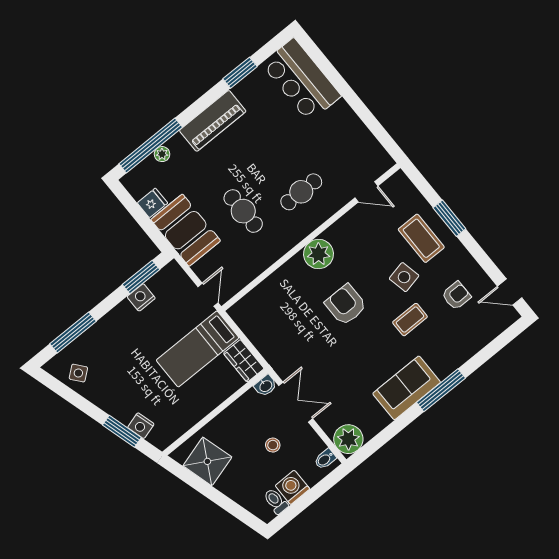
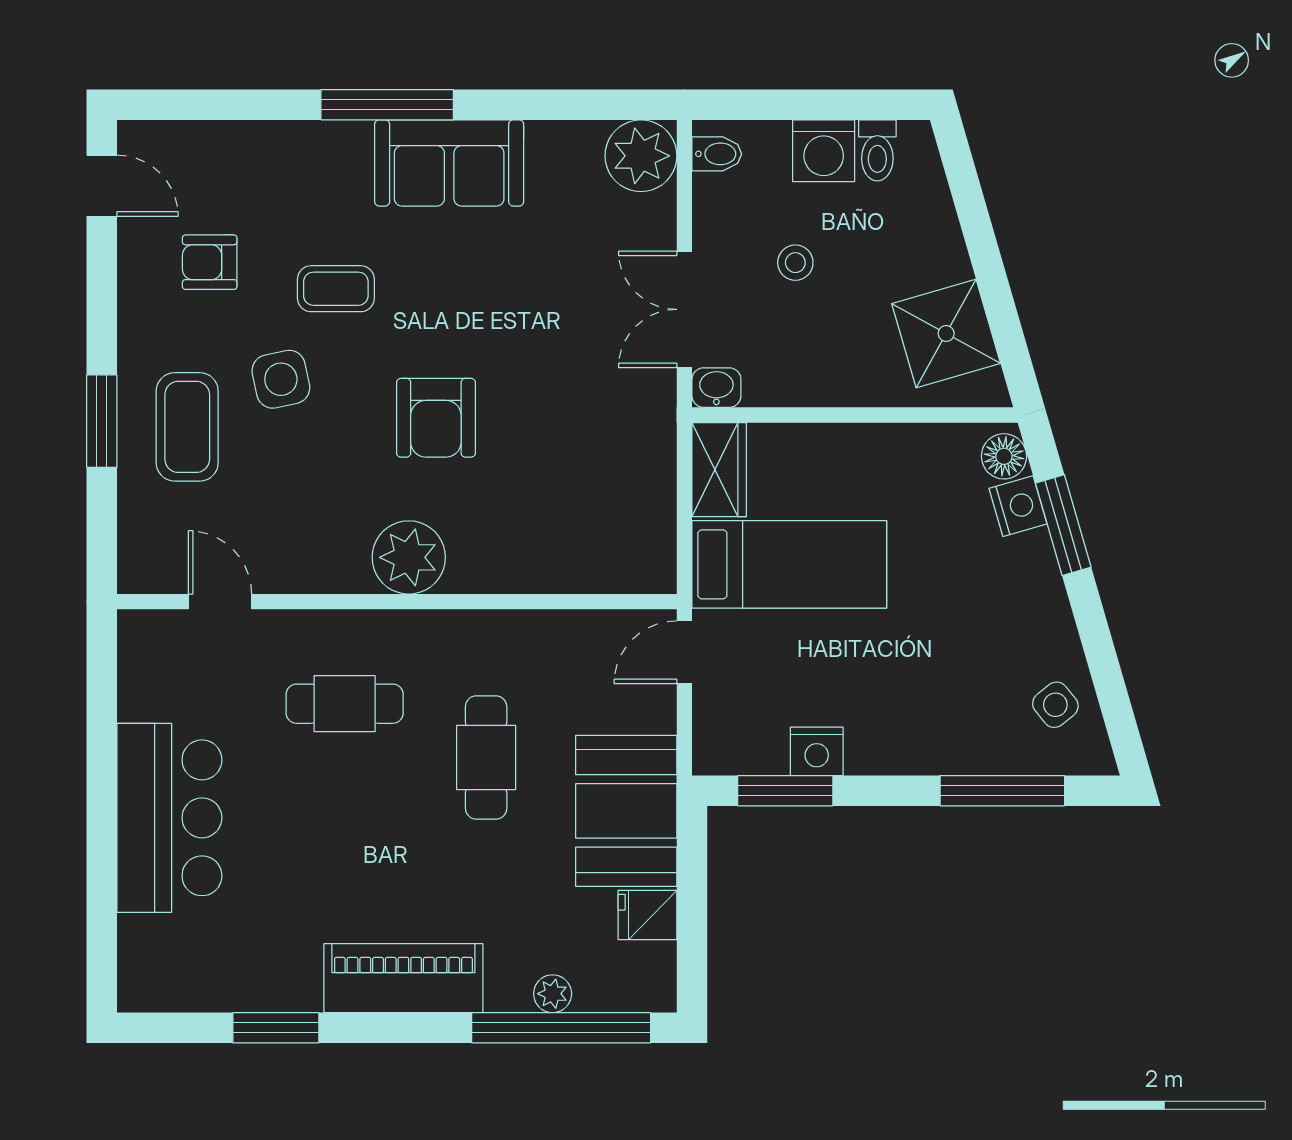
bar counter: (301, 80) -> (169, 818), moved
floor lamp: (158, 438) -> (1004, 456), added

